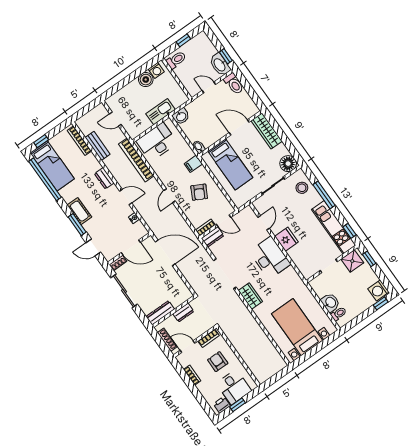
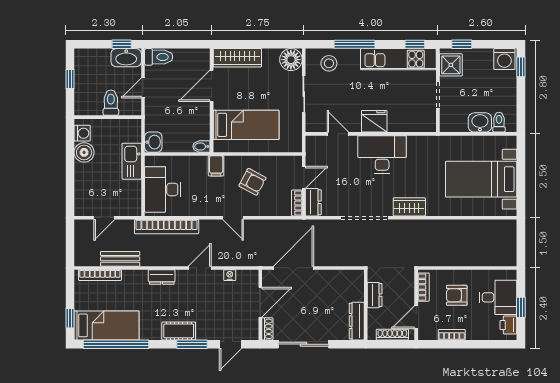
toilet: (176, 60) -> (111, 103), moved

